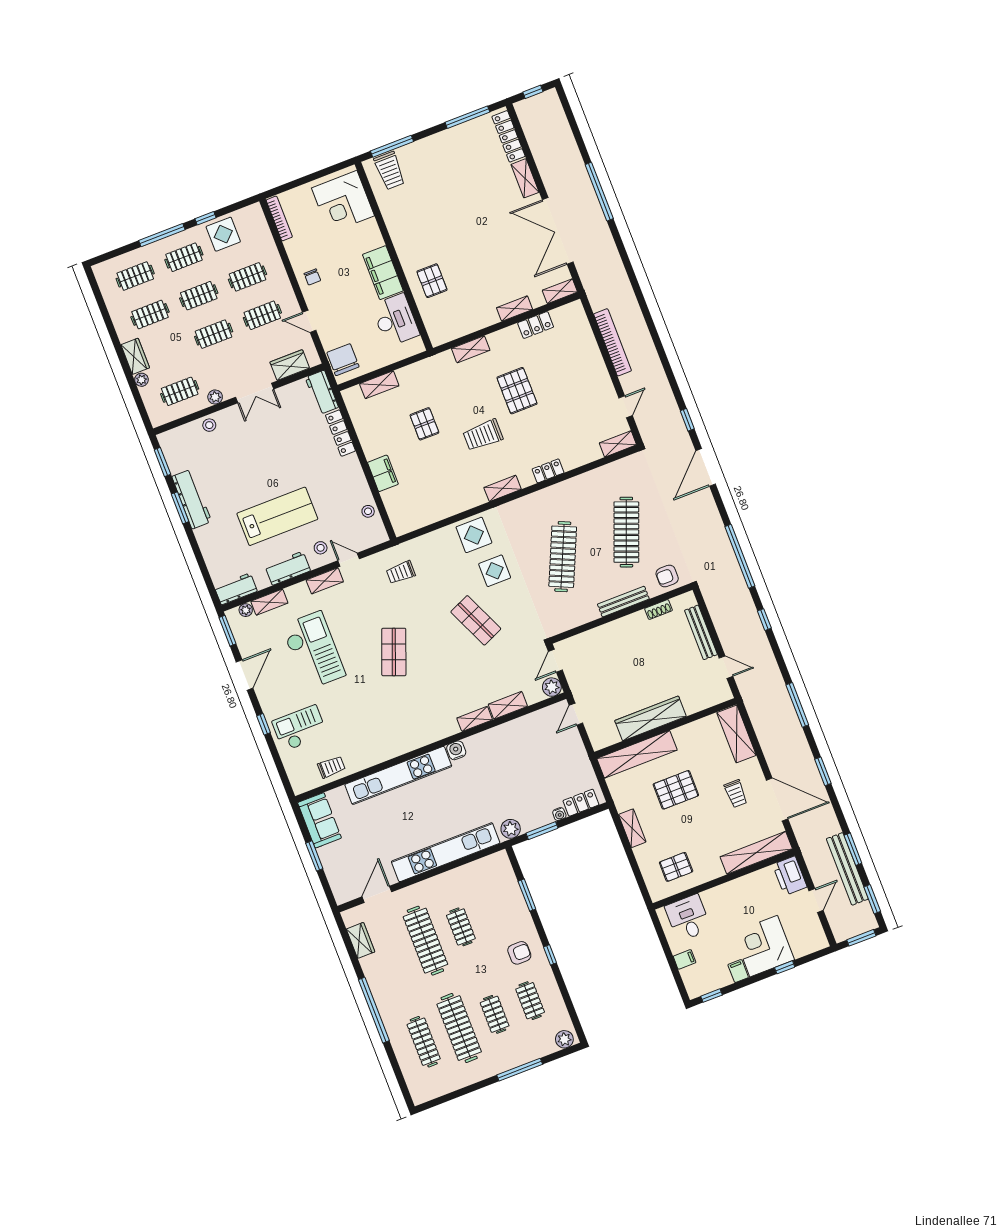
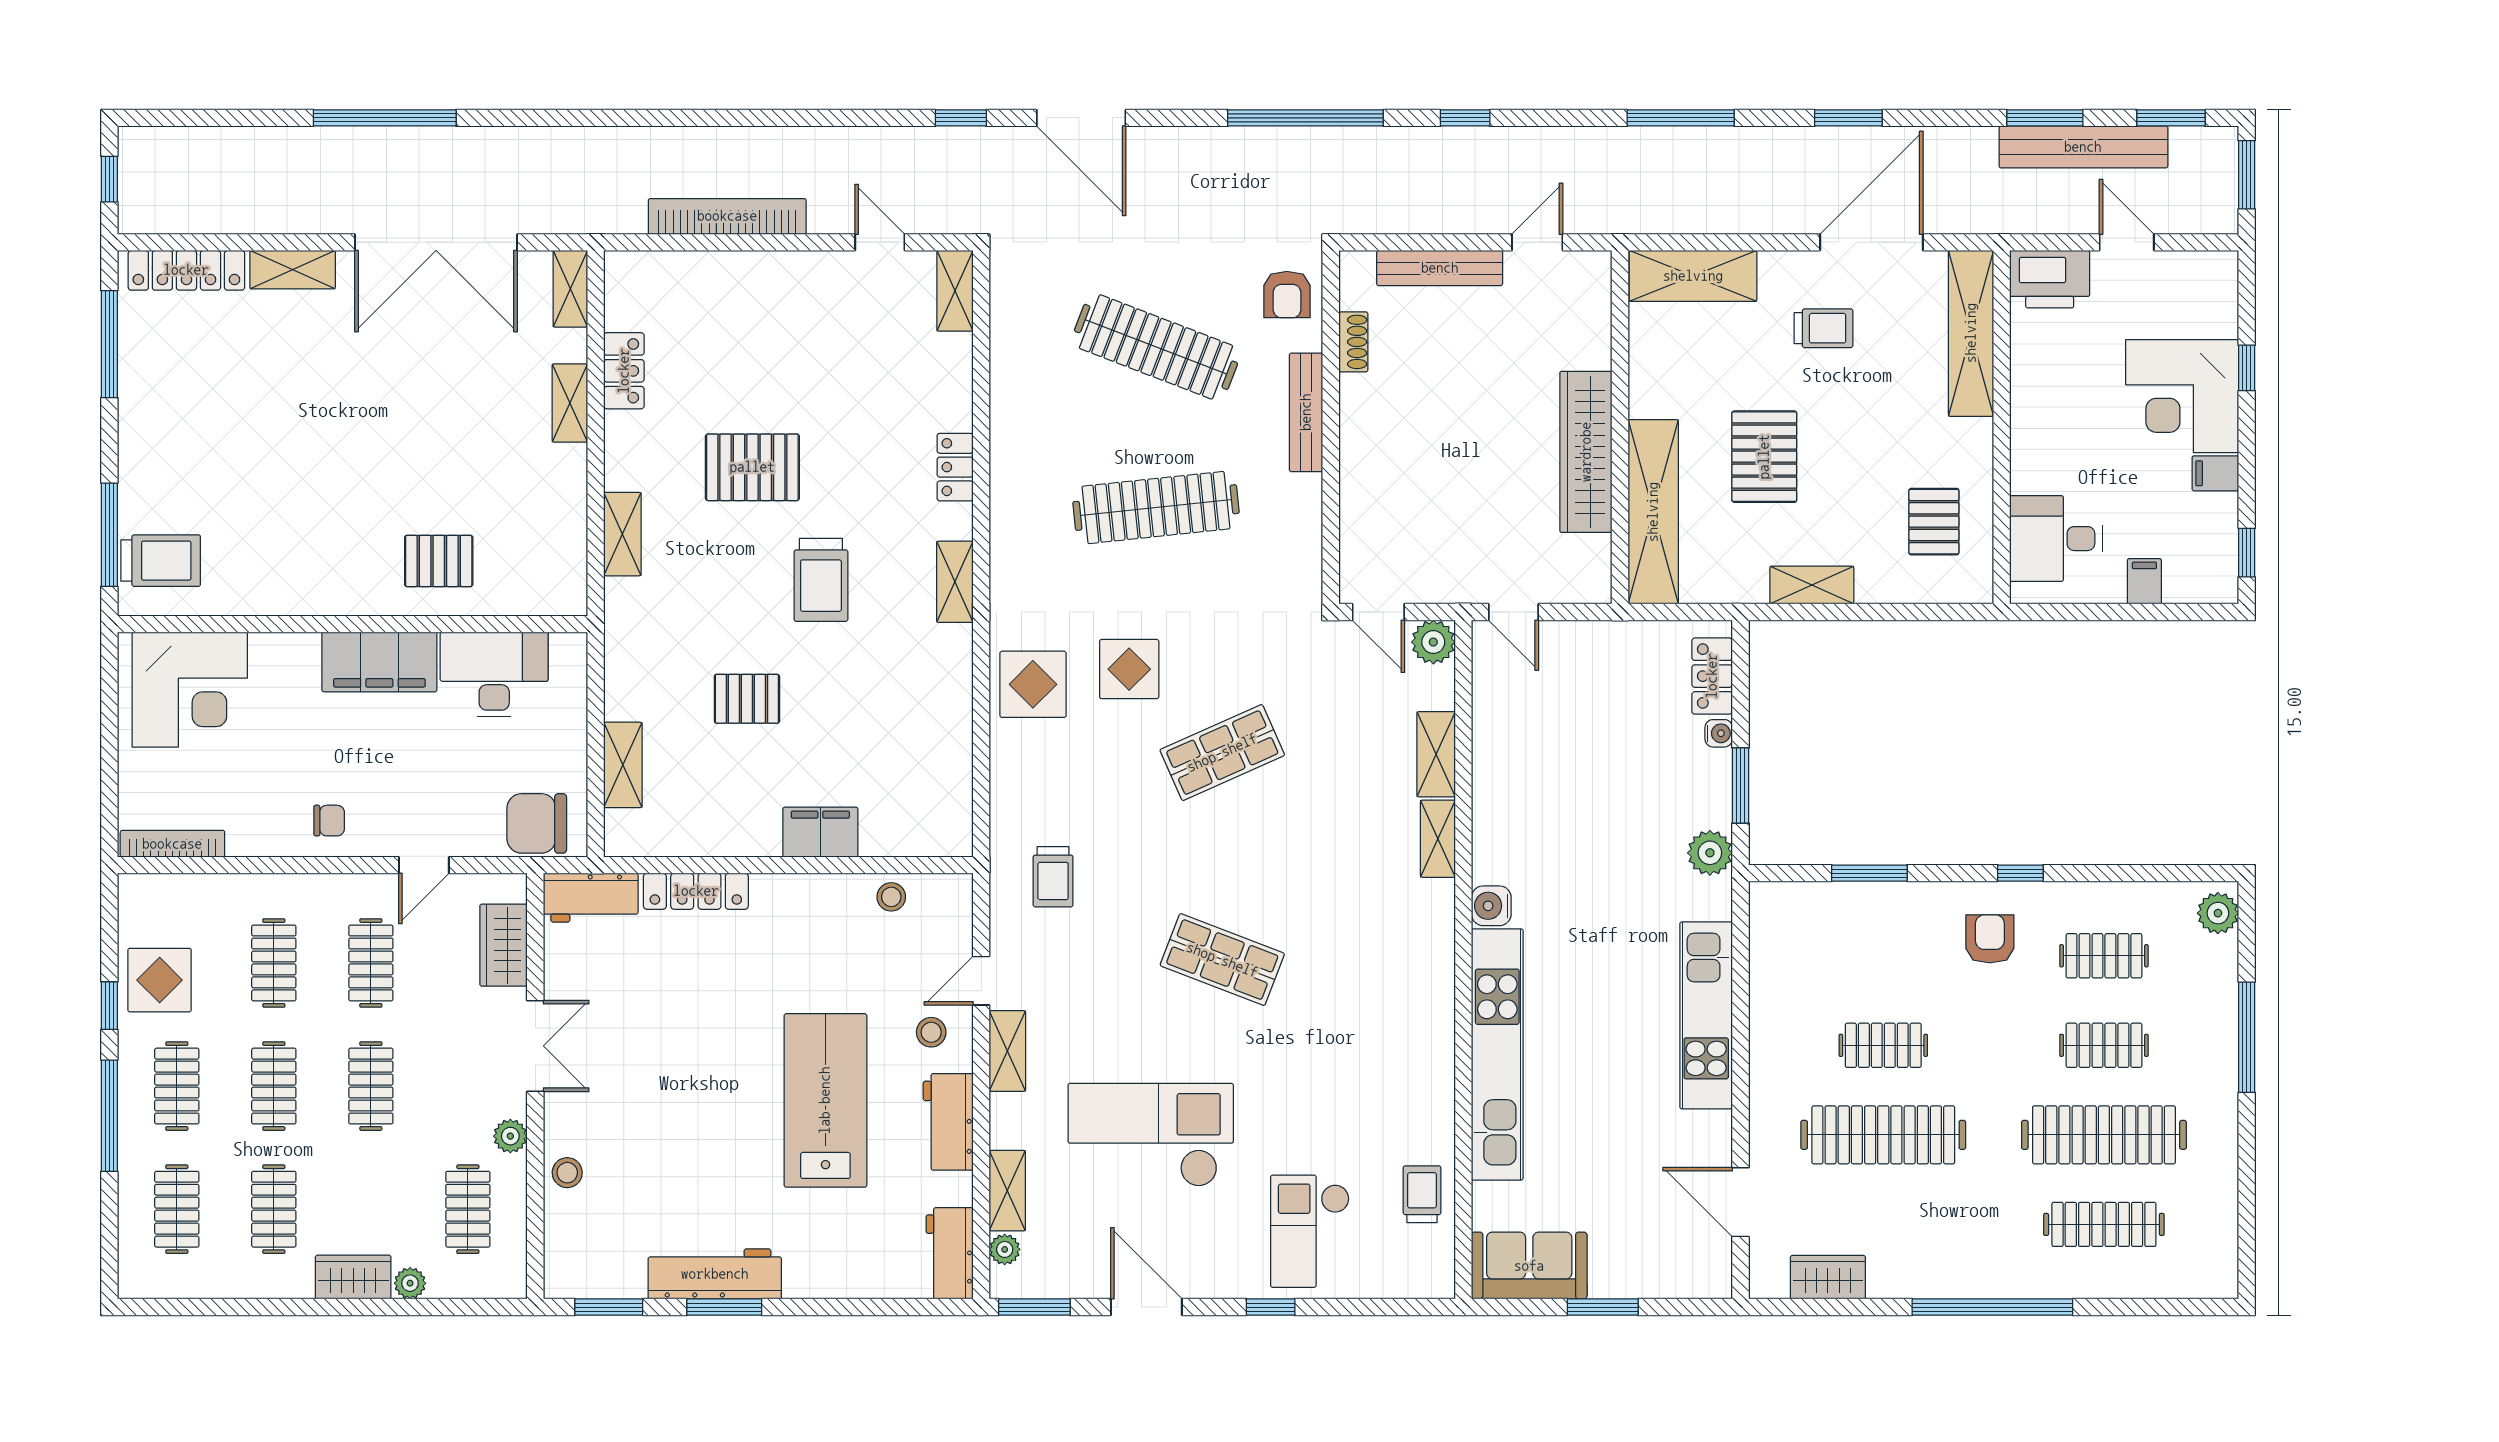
clothes rail: (563, 557) -> (1156, 508), turned -30
kitchen unit: (446, 852) -> (1706, 1015), width x0.73

